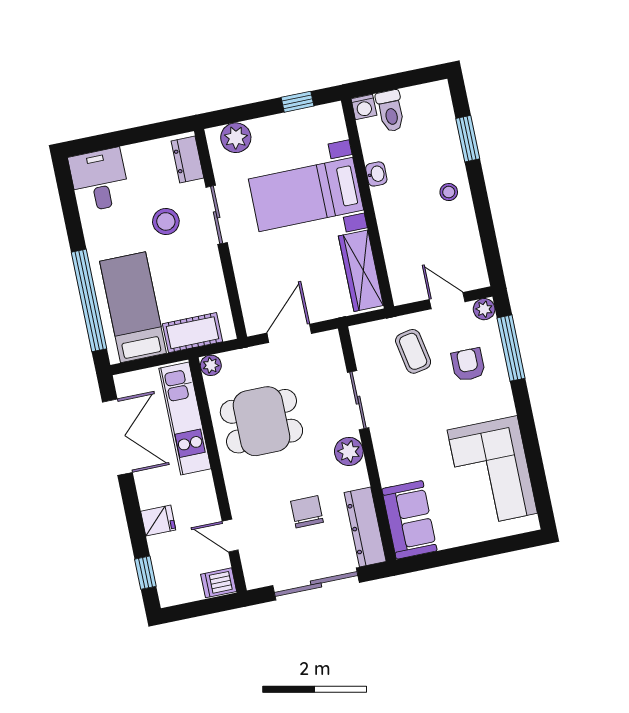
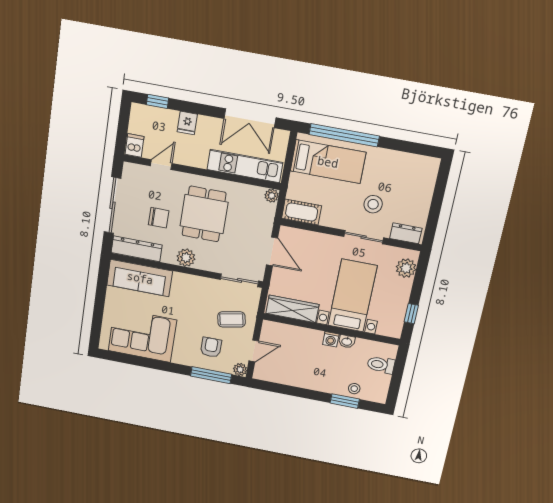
washing machine: (364, 107) -> (331, 339), moved, turned -90
desk: (99, 180) -> (418, 173), removed
stool: (449, 192) -> (354, 389), moved
cot: (193, 333) -> (302, 212), moved, turned 90
armchair: (468, 365) -> (211, 347), turned -90
sliding door: (358, 400) -> (240, 280), moved
dining table: (261, 421) -> (204, 214), moved
sofa: (409, 520) -> (140, 278), width x1.36

